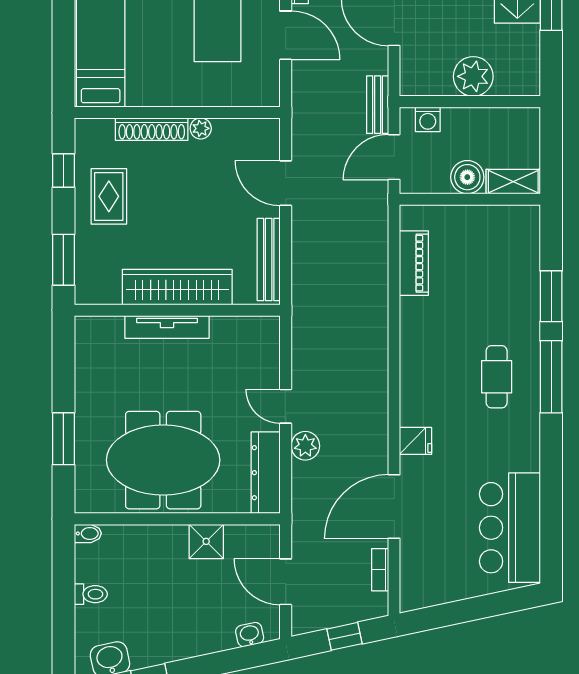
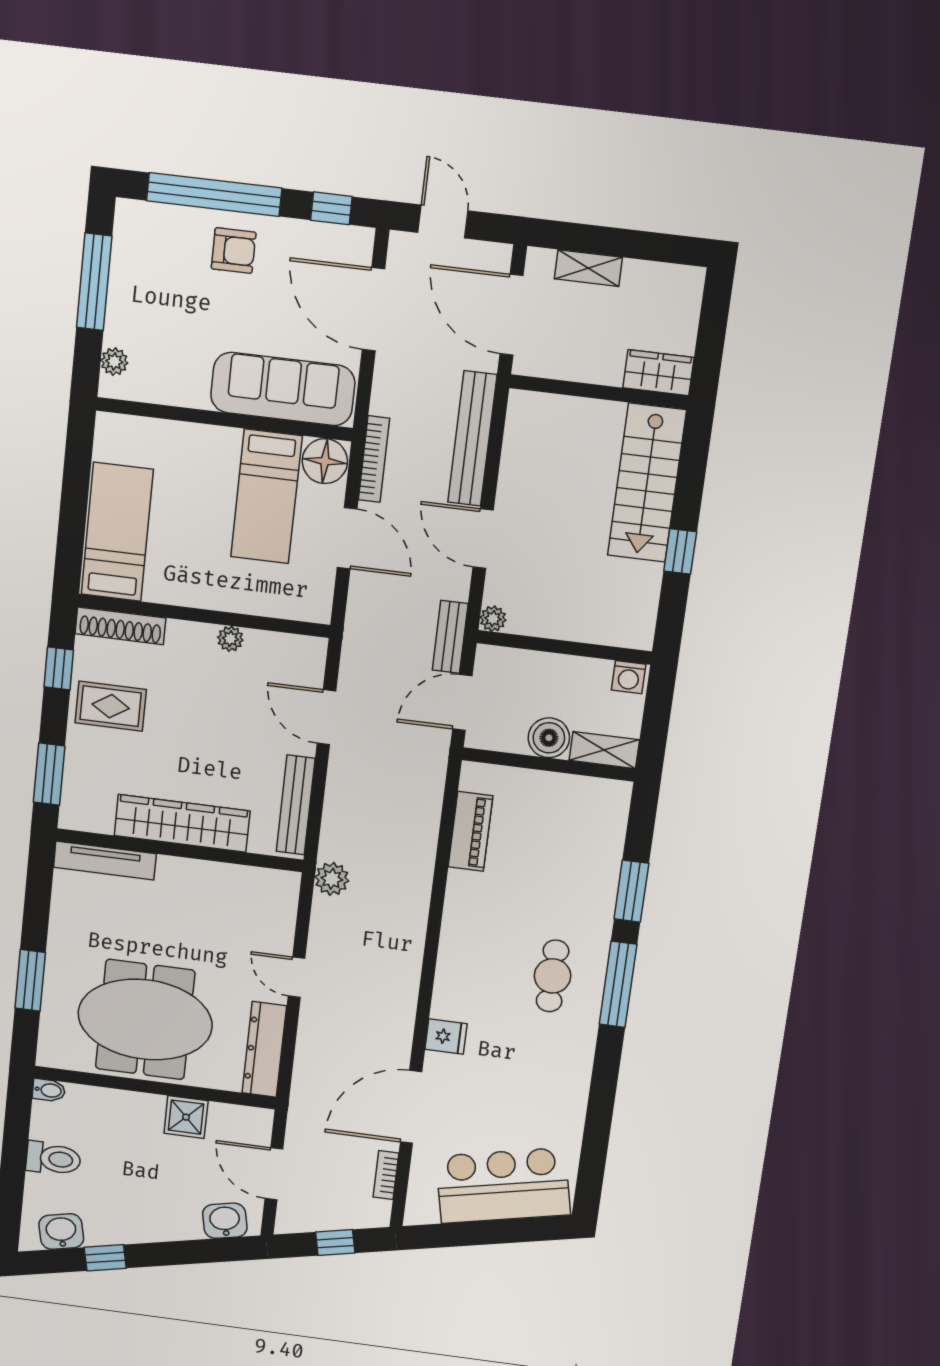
plant: (473, 76) -> (493, 619), moved, width x0.53, depth x0.53
washing machine: (428, 119) -> (629, 677), moved
shoe rack: (152, 129) -> (121, 626), moved
rug: (109, 196) -> (111, 706), turned 90
tv unit: (167, 327) -> (105, 861), moved
plant: (305, 446) -> (332, 879), moved
bar counter: (510, 528) -> (503, 1185), moved, turned 78
toilet: (91, 594) -> (53, 1159), width x1.37, depth x1.39
washbasin: (250, 635) -> (225, 1221), width x1.38, depth x1.45

